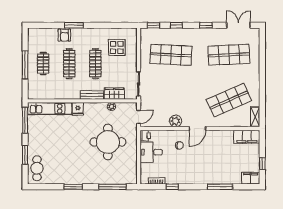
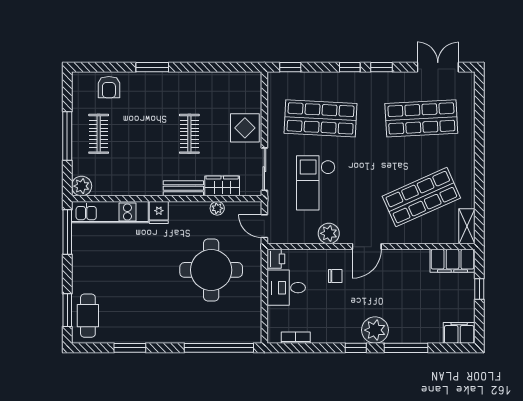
window: (176, 25) -> (350, 67), moved
armchair: (64, 35) -> (109, 87), moved
display table: (117, 48) -> (245, 128), moved
clothes rail: (69, 64) -> (144, 134), removed
clothes rail: (95, 64) -> (189, 134), width x0.73
checkout: (168, 92) -> (316, 183), added
plant: (33, 94) -> (82, 186), added
door: (139, 117) -> (264, 226), swing flipped
window: (25, 155) -> (67, 310), moved
window: (262, 164) -> (479, 289), moved
plant: (202, 177) -> (375, 330), added
window: (73, 187) -> (130, 348), moved
window: (112, 187) -> (219, 348), width x1.46
window: (172, 187) -> (356, 348), moved

